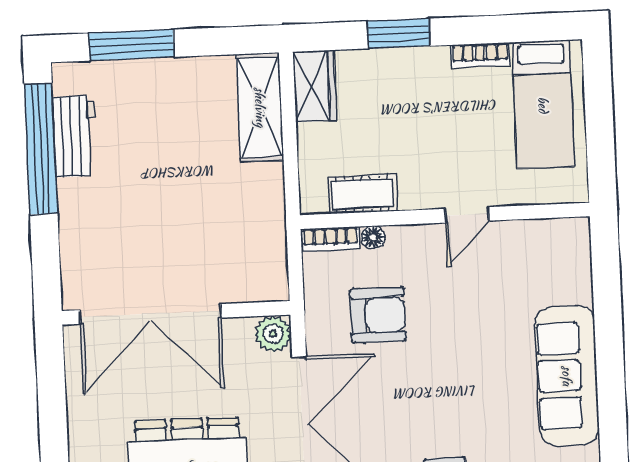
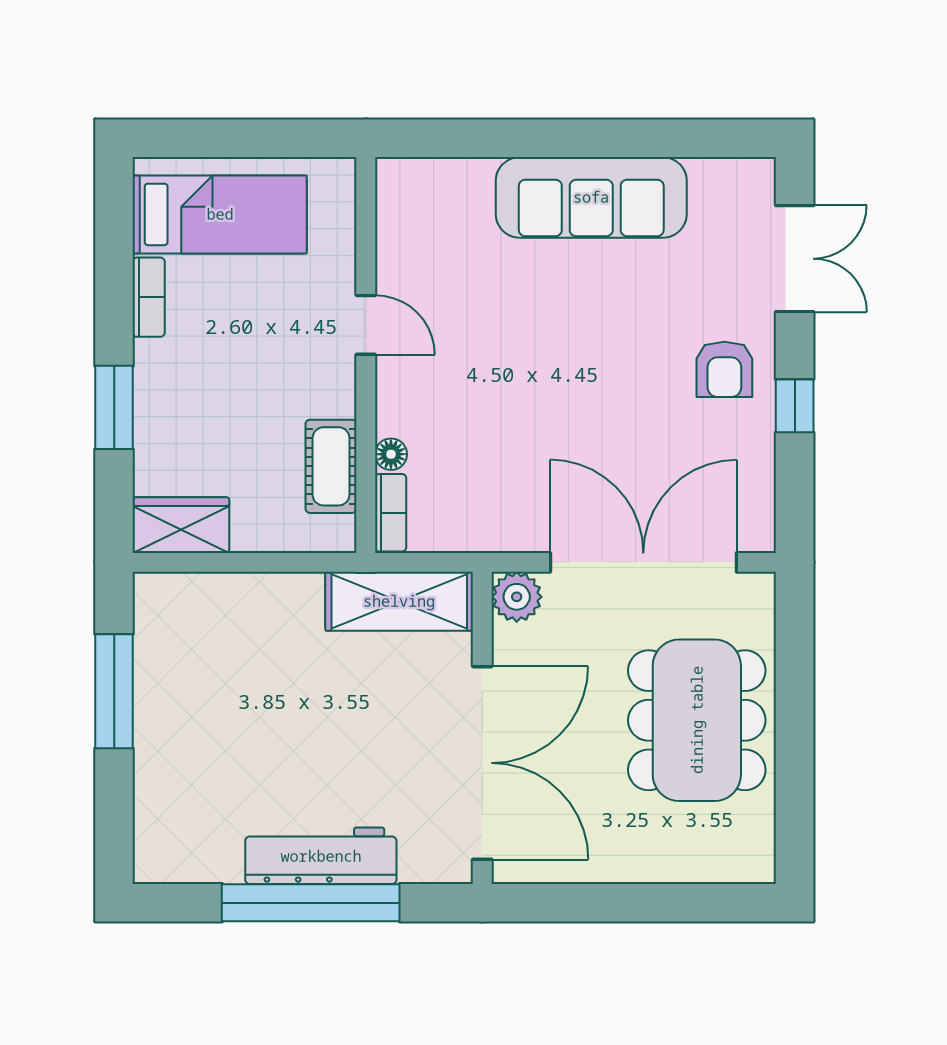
window: (131, 45) -> (114, 691), moved
shelving: (260, 107) -> (399, 601), moved
workbench: (75, 136) -> (321, 856), moved, width x1.38
window: (41, 149) -> (311, 903), moved
armchair: (378, 315) -> (497, 453), removed

